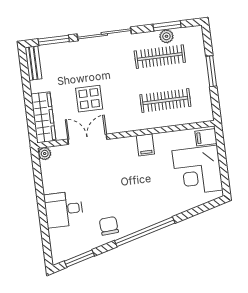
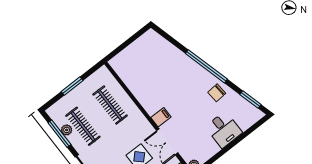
window: (167, 26) -> (59, 134), width x1.44
filing cabinet: (206, 137) -> (119, 63), removed
filing cabinet: (145, 145) -> (161, 117), moved
corner desk: (197, 170) -> (144, 56), removed

